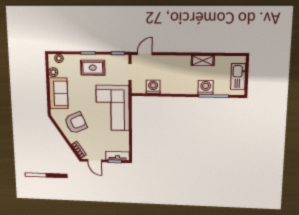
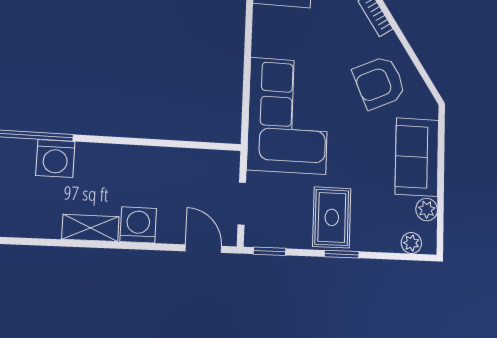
door: (145, 54) -> (203, 249), swing flipped
shelving: (203, 61) -> (90, 228), moved
rug: (93, 68) -> (332, 217), turned 90
washing machine: (153, 87) -> (138, 225), moved, turned 180

